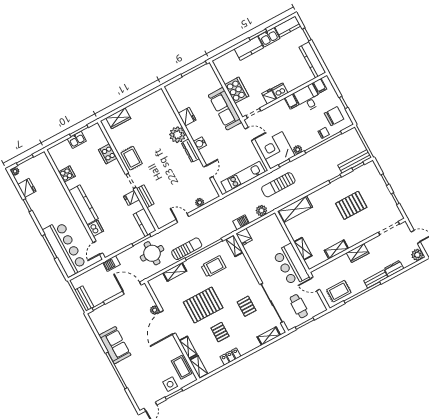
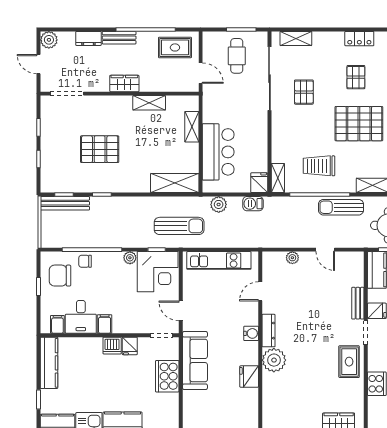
bar counter: (291, 265) -> (218, 152), moved

